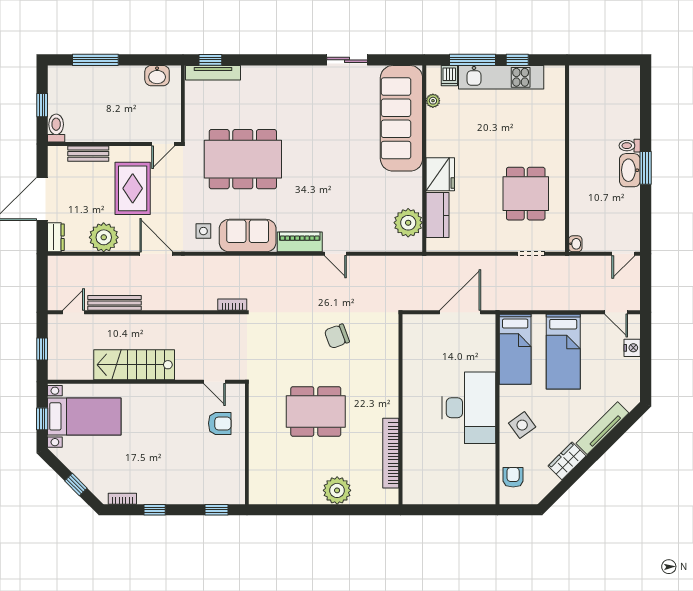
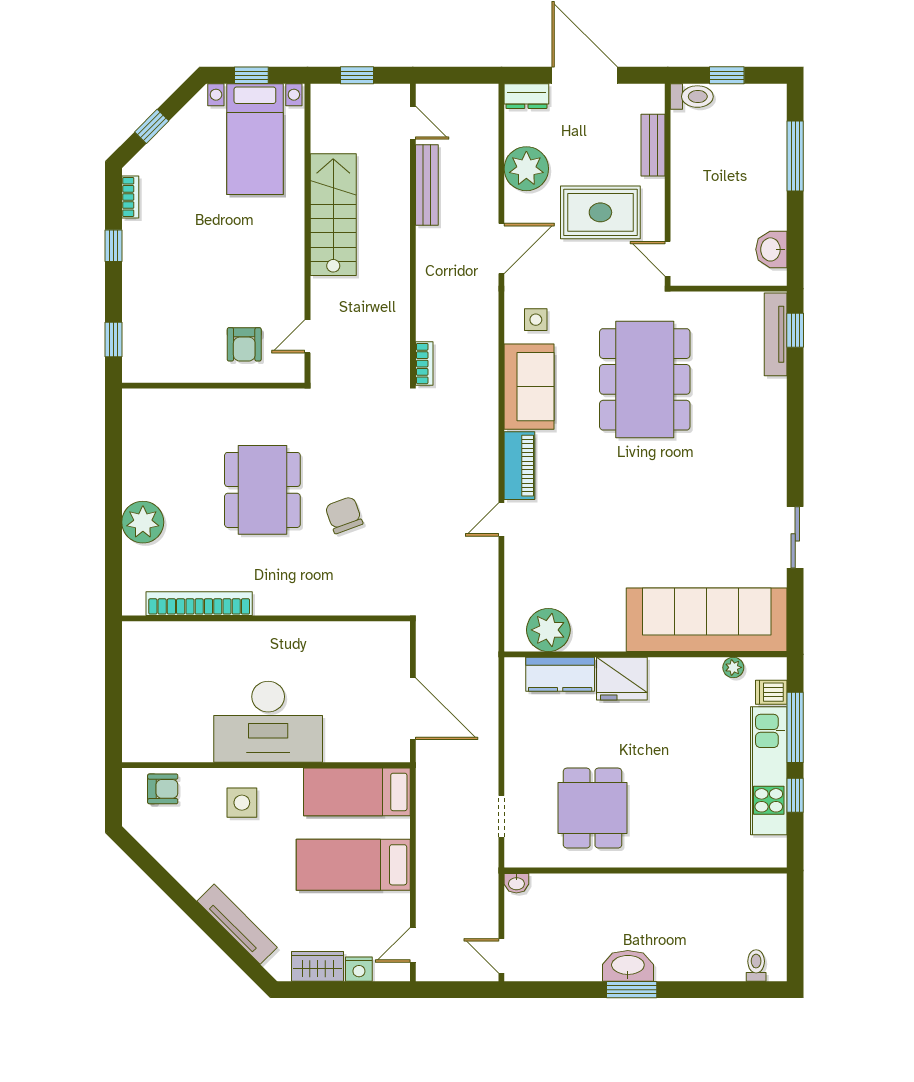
toilet: (630, 146) -> (756, 965), moved
dining table: (526, 194) -> (593, 808), turned 90
chair: (337, 336) -> (344, 515), moved
side table: (522, 425) -> (242, 803), turned 36
wardrobe: (567, 461) -> (318, 966), moved, turned -45

